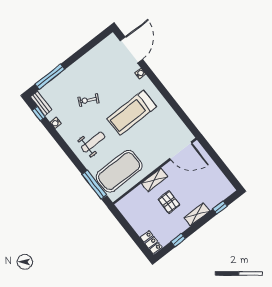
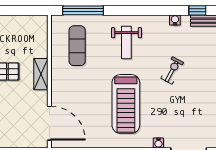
treadmill: (132, 113) -> (126, 104), turned 180
door: (181, 151) -> (49, 123), swing flipped
exercise mat: (119, 171) -> (77, 46), width x0.50, depth x0.69

